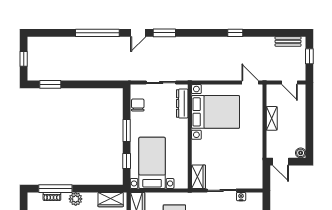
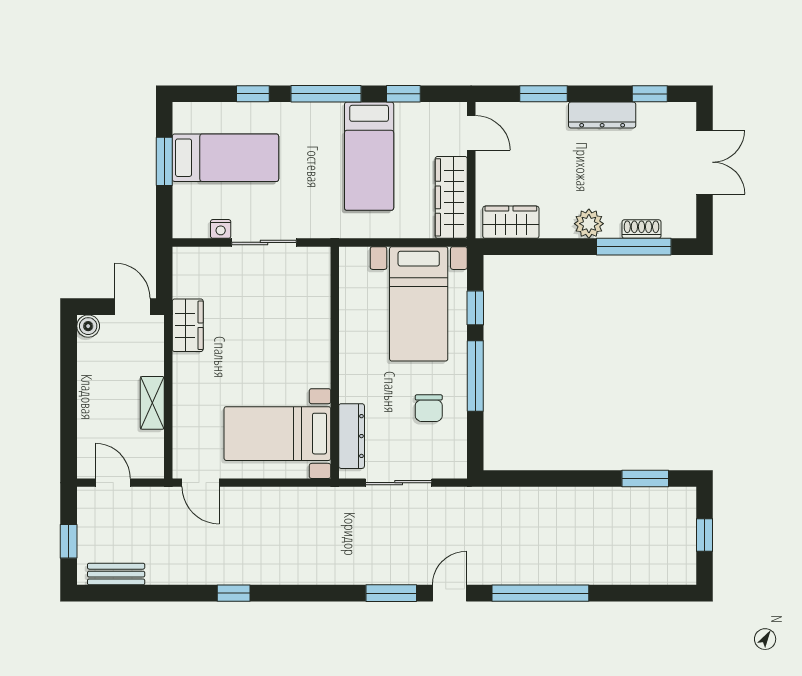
chair: (138, 105) -> (429, 408), moved
bed with nightstands: (216, 112) -> (277, 434), width x0.73
window: (127, 130) -> (475, 376), width x1.44
wardrobe: (198, 177) -> (188, 325), moved, turned 180

